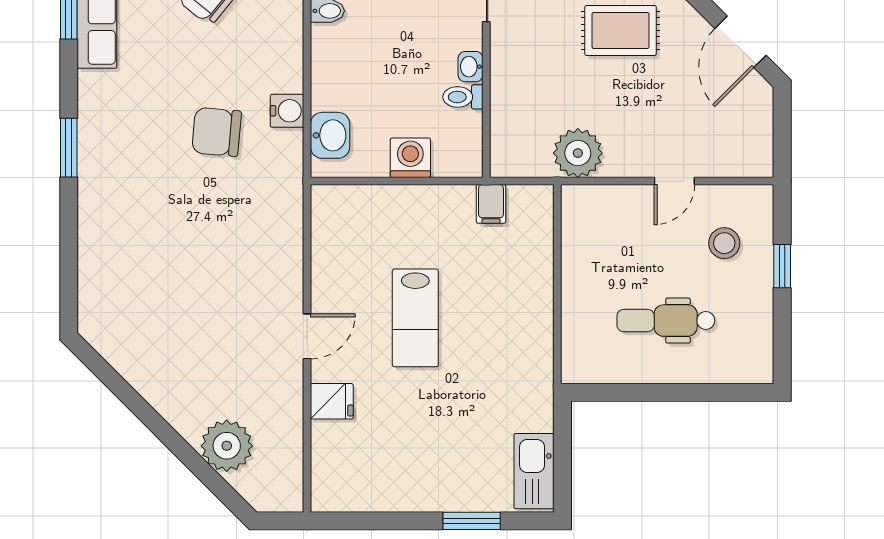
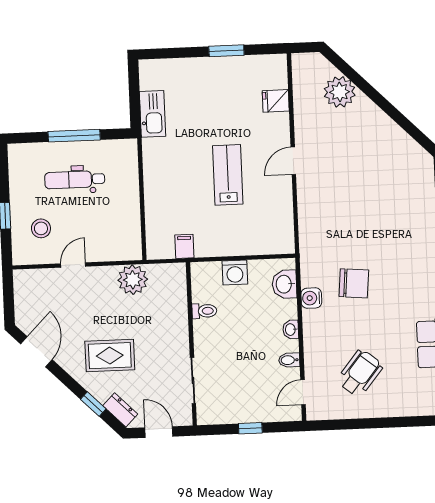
washbasin: (471, 67) -> (291, 330), moved, turned 180
dental chair: (666, 321) -> (75, 180), turned 180
window: (664, 392) -> (74, 136), added
fridge: (332, 401) -> (276, 101), moved
kitchen sink: (534, 471) -> (153, 114), moved
window: (472, 521) -> (226, 51), moved

